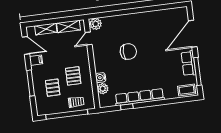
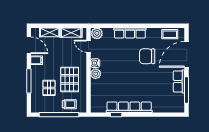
row of seats: (130, 19) -> (130, 33), added
door: (89, 38) -> (88, 46), hinge flipped
chair: (128, 52) -> (147, 56), moved, turned 180
pallet: (73, 76) -> (70, 79), width x1.50, depth x1.42
water cooler: (101, 78) -> (95, 63), moved
plant: (103, 89) -> (96, 74), moved
coffee table: (187, 90) -> (170, 34), moved

